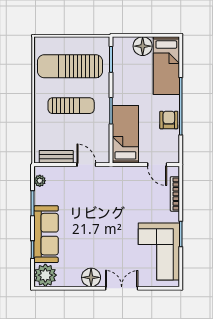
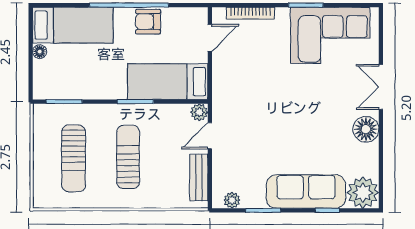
floor lamp: (143, 46) -> (40, 52), width x0.53, depth x0.53
sun lounger: (70, 66) -> (74, 158), width x0.73, depth x0.75
plant: (103, 157) -> (199, 112), added

